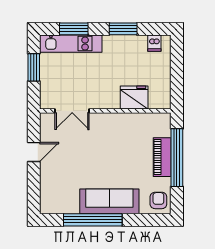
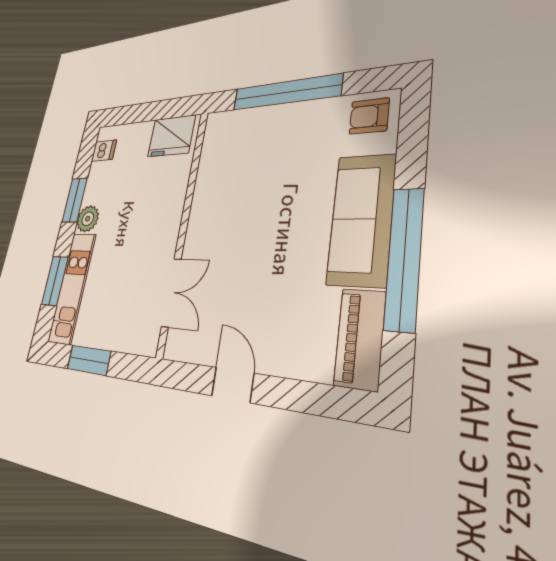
plant: (111, 43) -> (88, 219), added
fridge: (134, 97) -> (171, 136), moved, turned -90
piano: (162, 157) -> (360, 338), moved, turned 90

